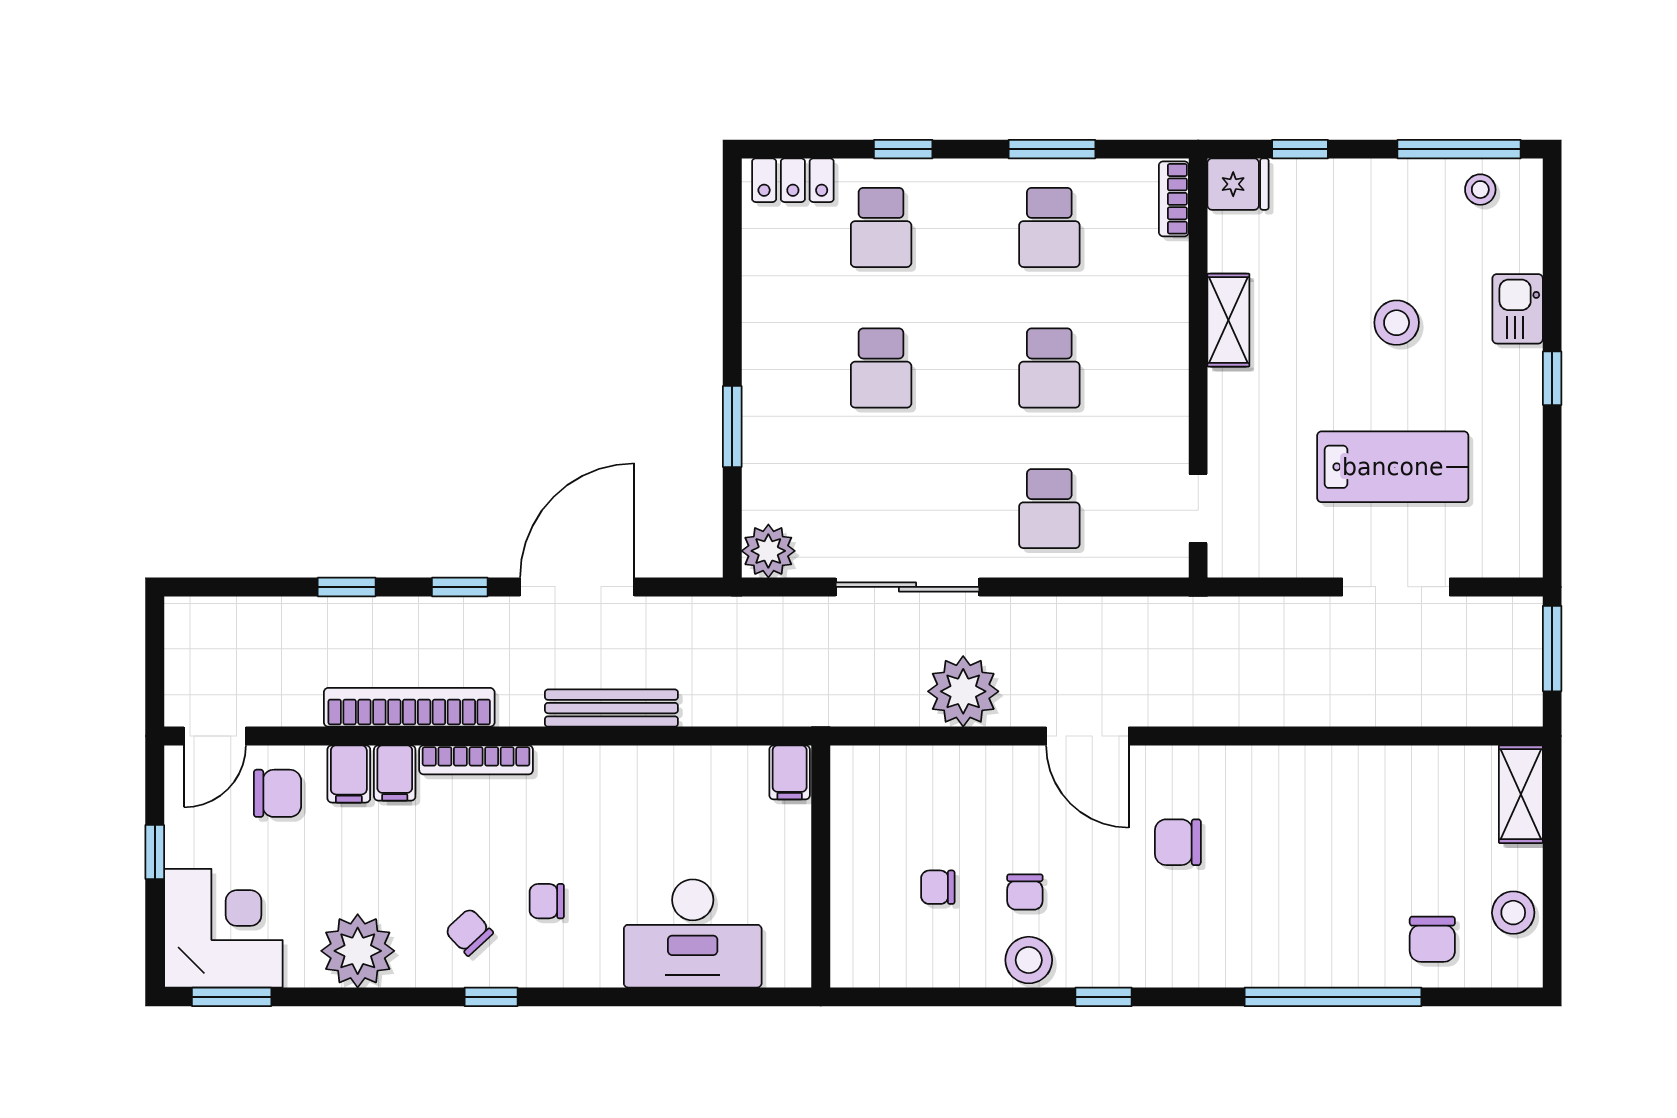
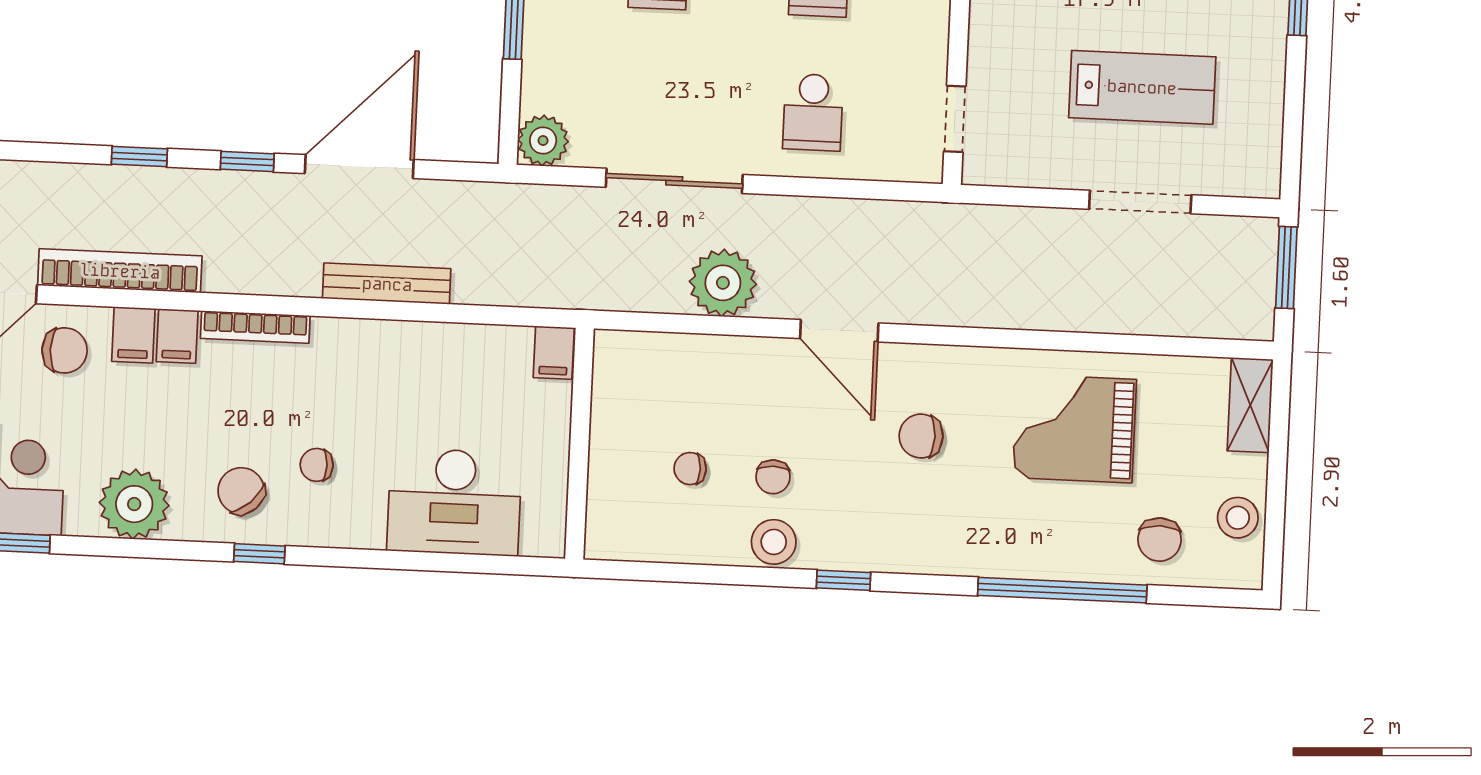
bookcase: (409, 707) -> (120, 271), moved
grand piano: (1338, 827) -> (1074, 429), added
chair: (469, 932) -> (241, 491), width x1.37, depth x1.37

